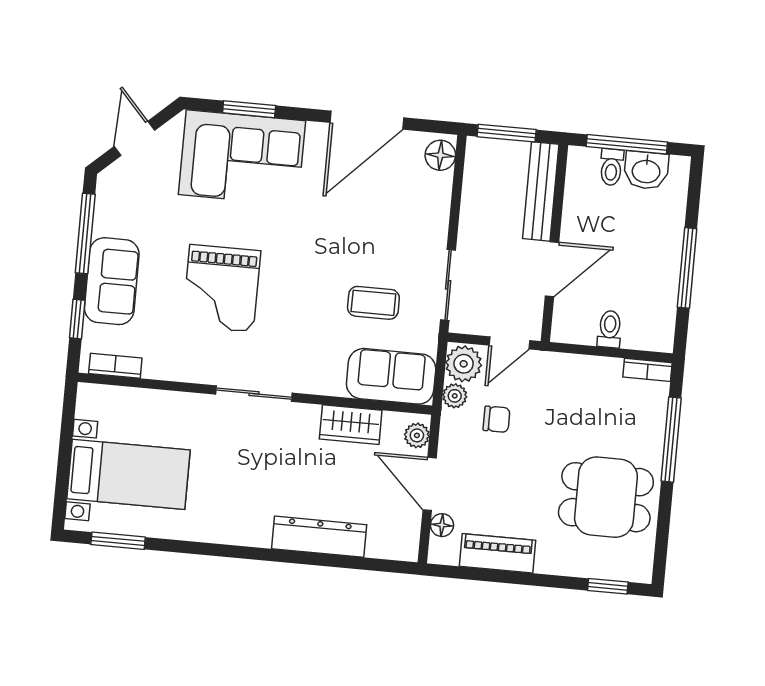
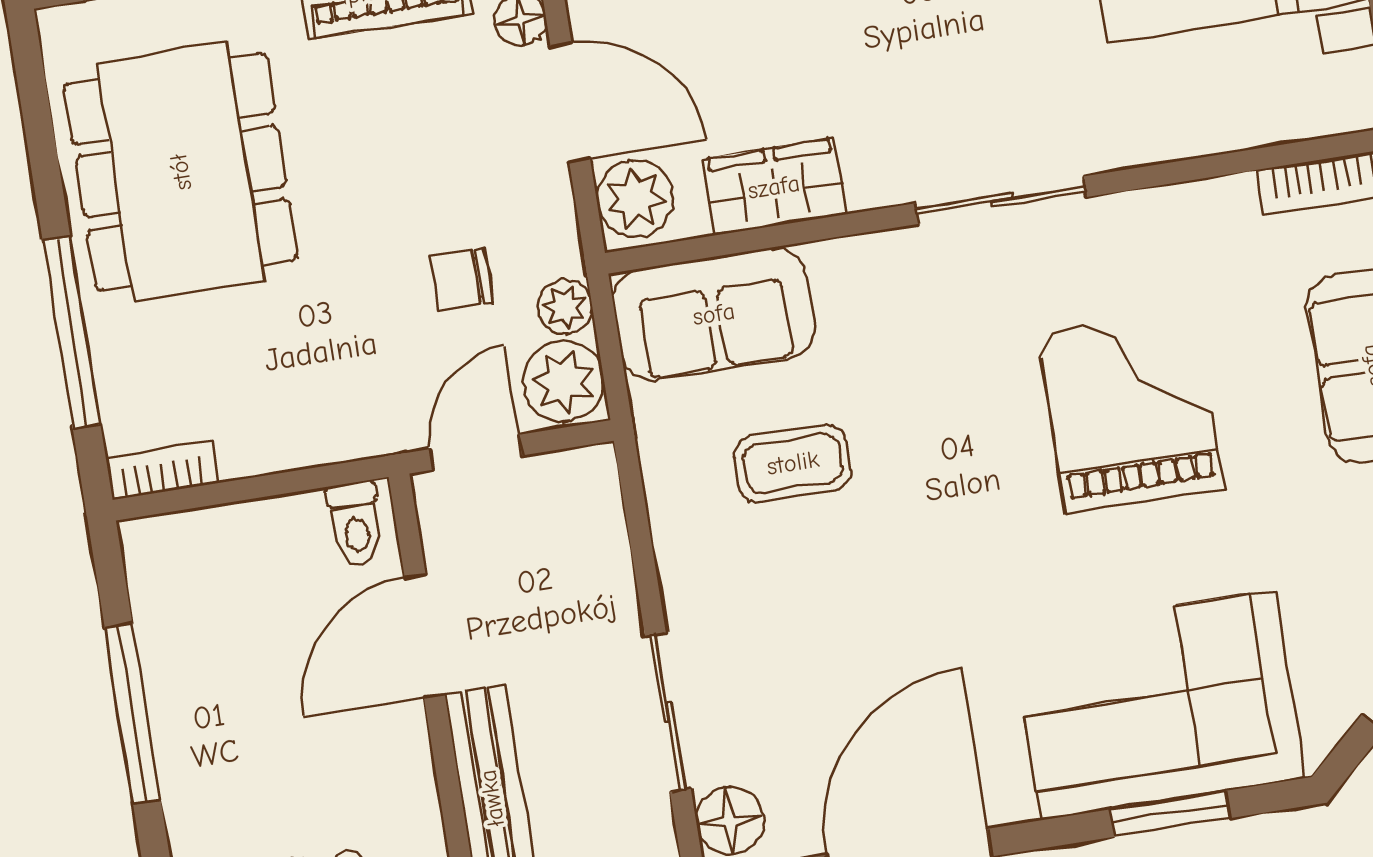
sliding door: (448, 285) -> (668, 712), moved
toilet: (610, 329) -> (356, 524), moved
plant: (417, 435) -> (635, 199), width x1.38, depth x1.38
dining table: (606, 497) -> (181, 172), width x1.38

